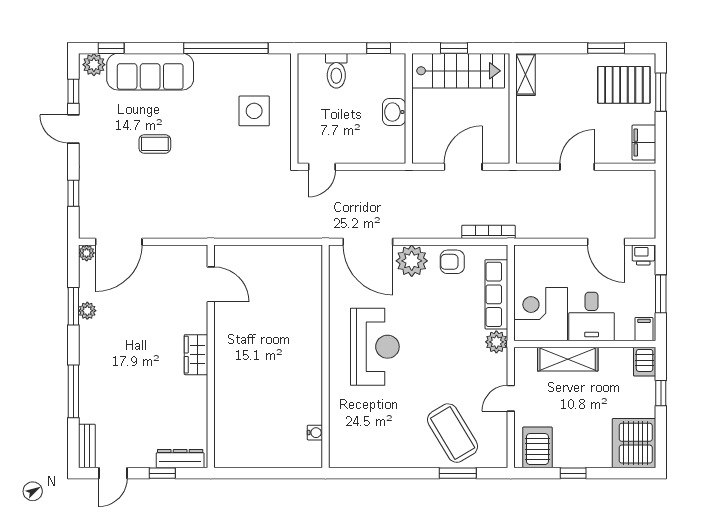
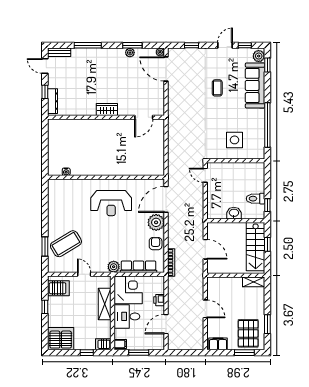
toilet: (336, 71) -> (256, 199), moved
printer: (643, 255) -> (159, 300), moved

